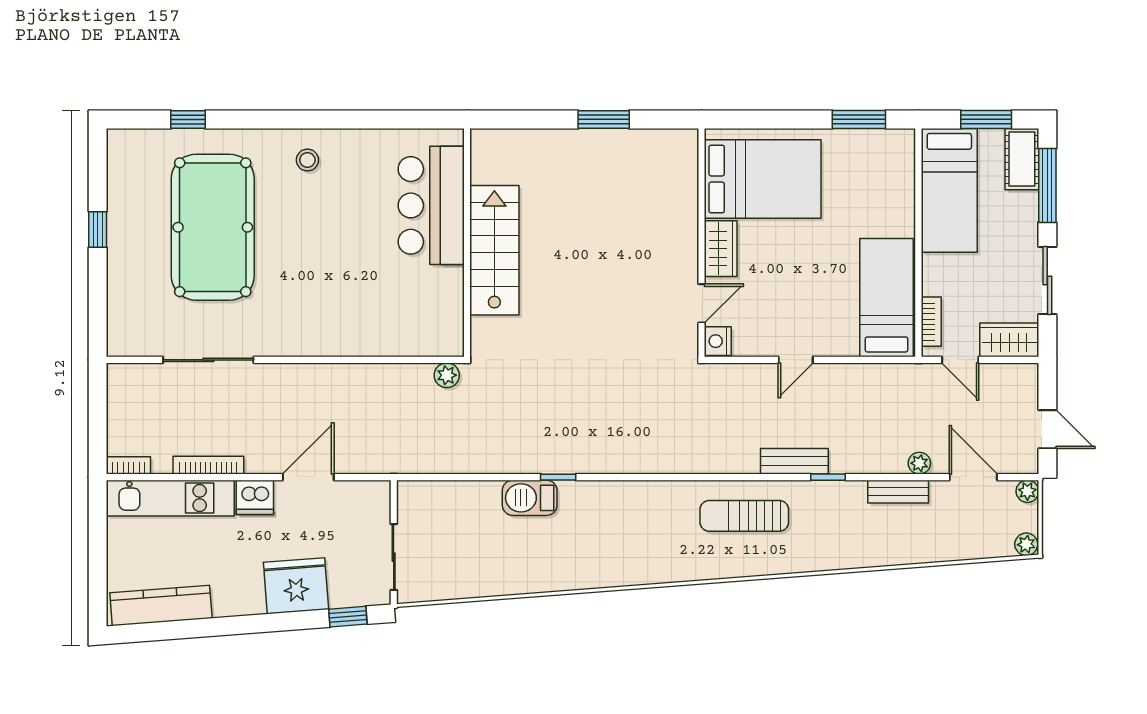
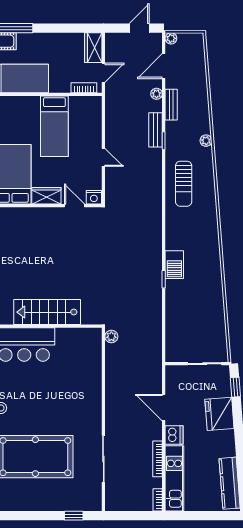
window: (98, 229) -> (74, 516), moved
sliding door: (1047, 281) -> (63, 28), removed
bed: (886, 298) -> (54, 126), moved, turned -90
bench: (794, 461) -> (156, 130), moved
barbecue: (530, 498) -> (174, 265), moved
plant: (1026, 544) -> (206, 141), moved

